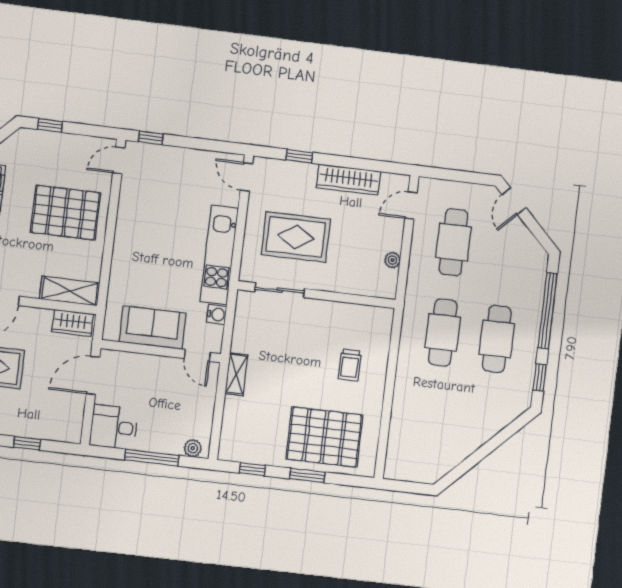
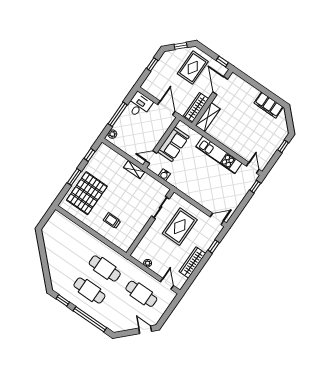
pallet: (66, 213) -> (242, 133), removed
kitchen unit: (219, 255) -> (219, 155), moved, turned 180
wardrobe: (73, 323) -> (196, 107), width x1.50

